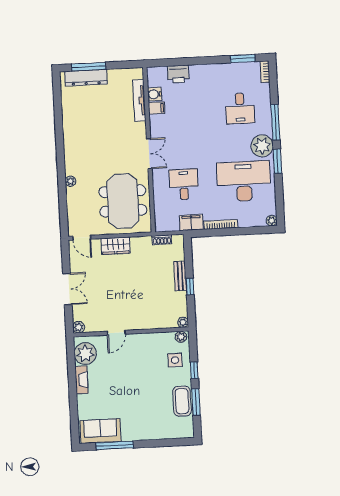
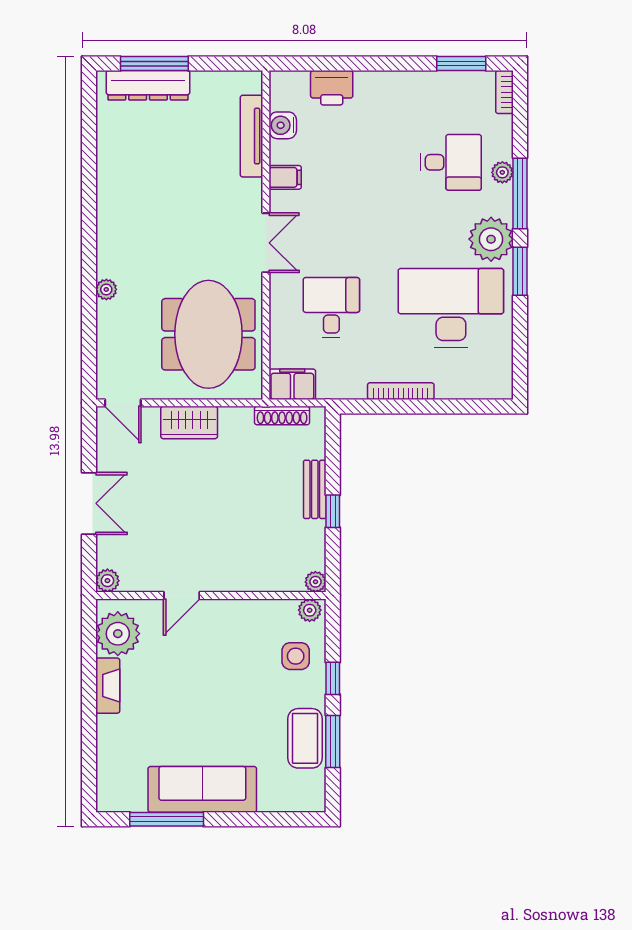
filing cabinet: (157, 108) -> (285, 177), moved
desk: (240, 108) -> (451, 162), turned -90
plant: (272, 221) -> (502, 172), moved
filing cabinet: (191, 223) -> (292, 384), moved
shoe rack: (162, 240) -> (282, 415), width x1.43
sofa: (100, 431) -> (202, 789), moved, width x1.36

